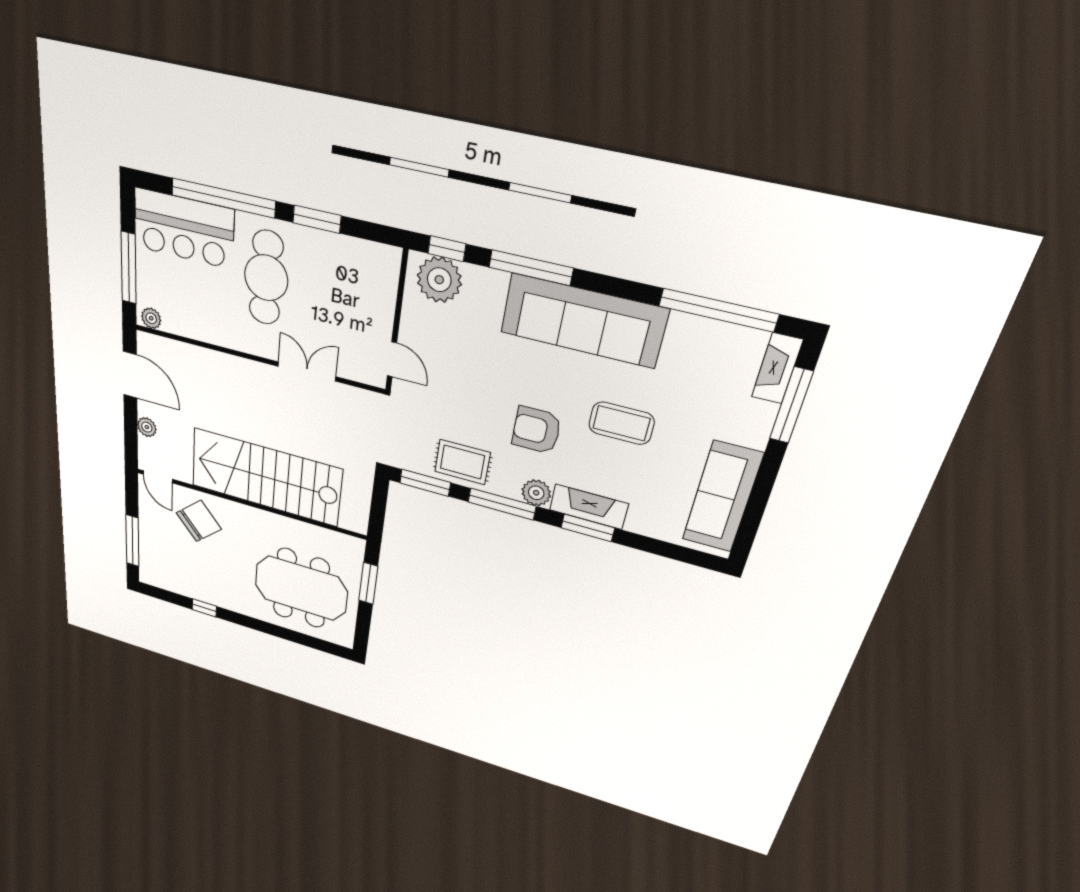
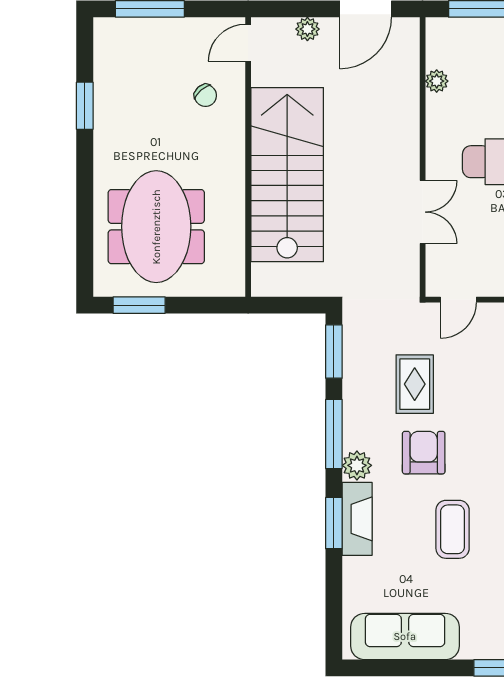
plant: (151, 318) -> (437, 81), moved
rug: (462, 462) -> (415, 384), moved
chair: (199, 521) -> (205, 95), width x0.54, depth x0.54
window: (368, 583) -> (139, 305), moved
window: (204, 608) -> (85, 106), width x1.50

